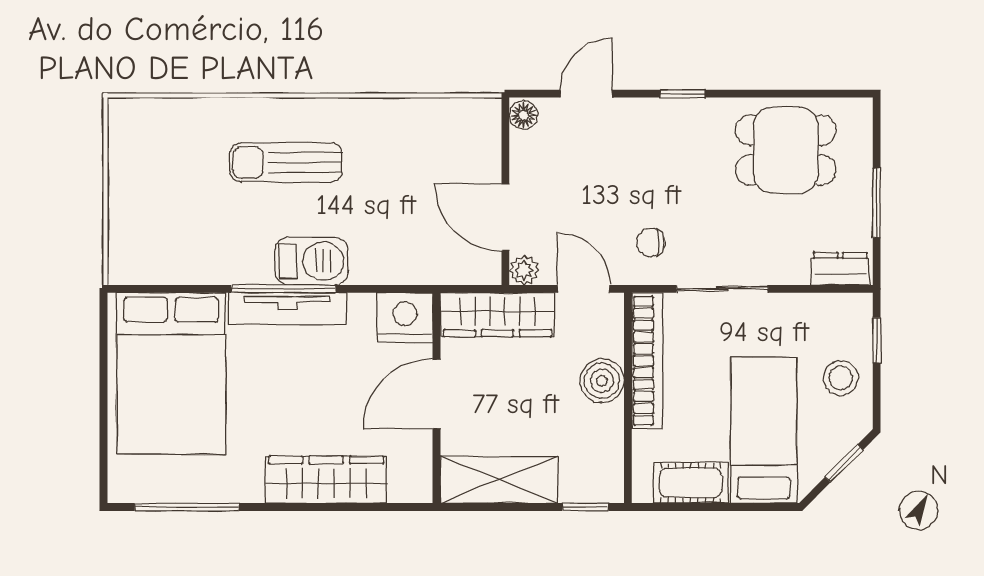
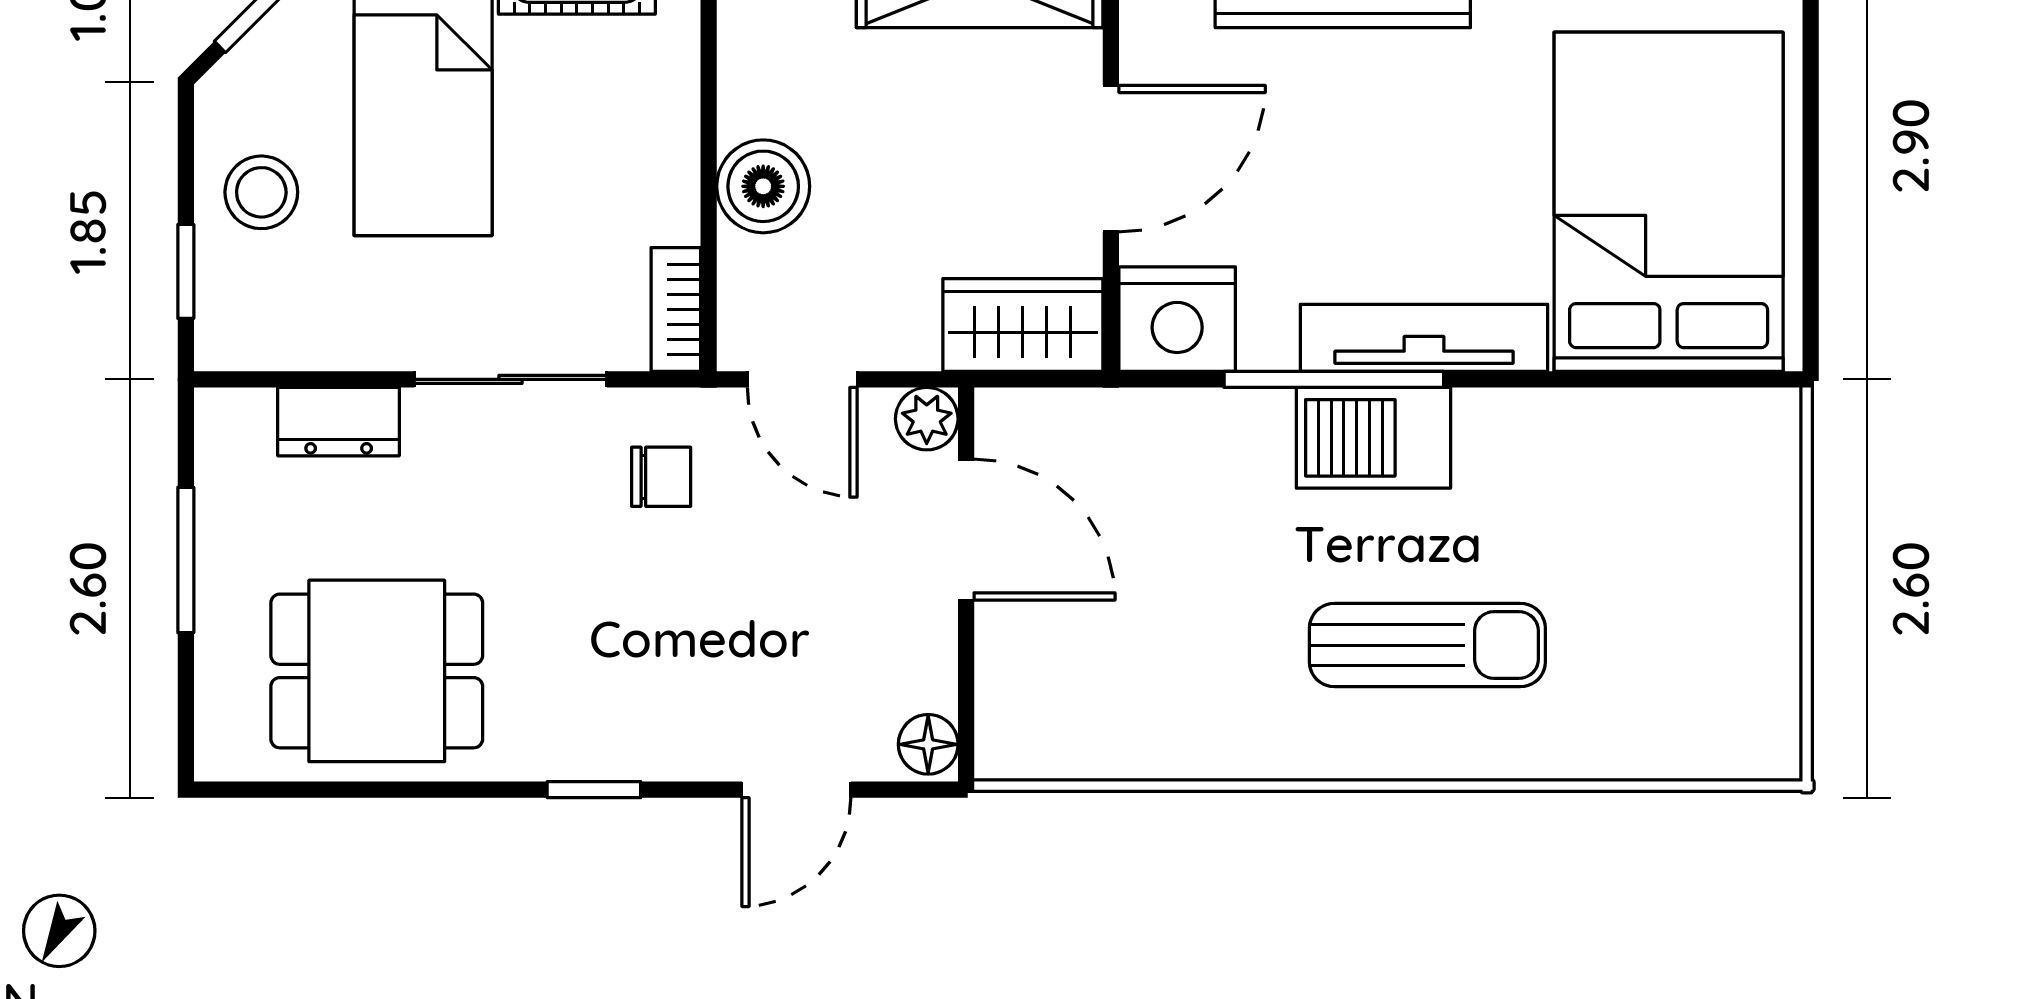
dresser: (840, 269) -> (339, 422), moved
window: (283, 289) -> (1334, 379), moved
wardrobe: (497, 315) -> (1023, 325), width x0.67
bookcase: (647, 361) -> (676, 309), width x0.43, depth x0.76

